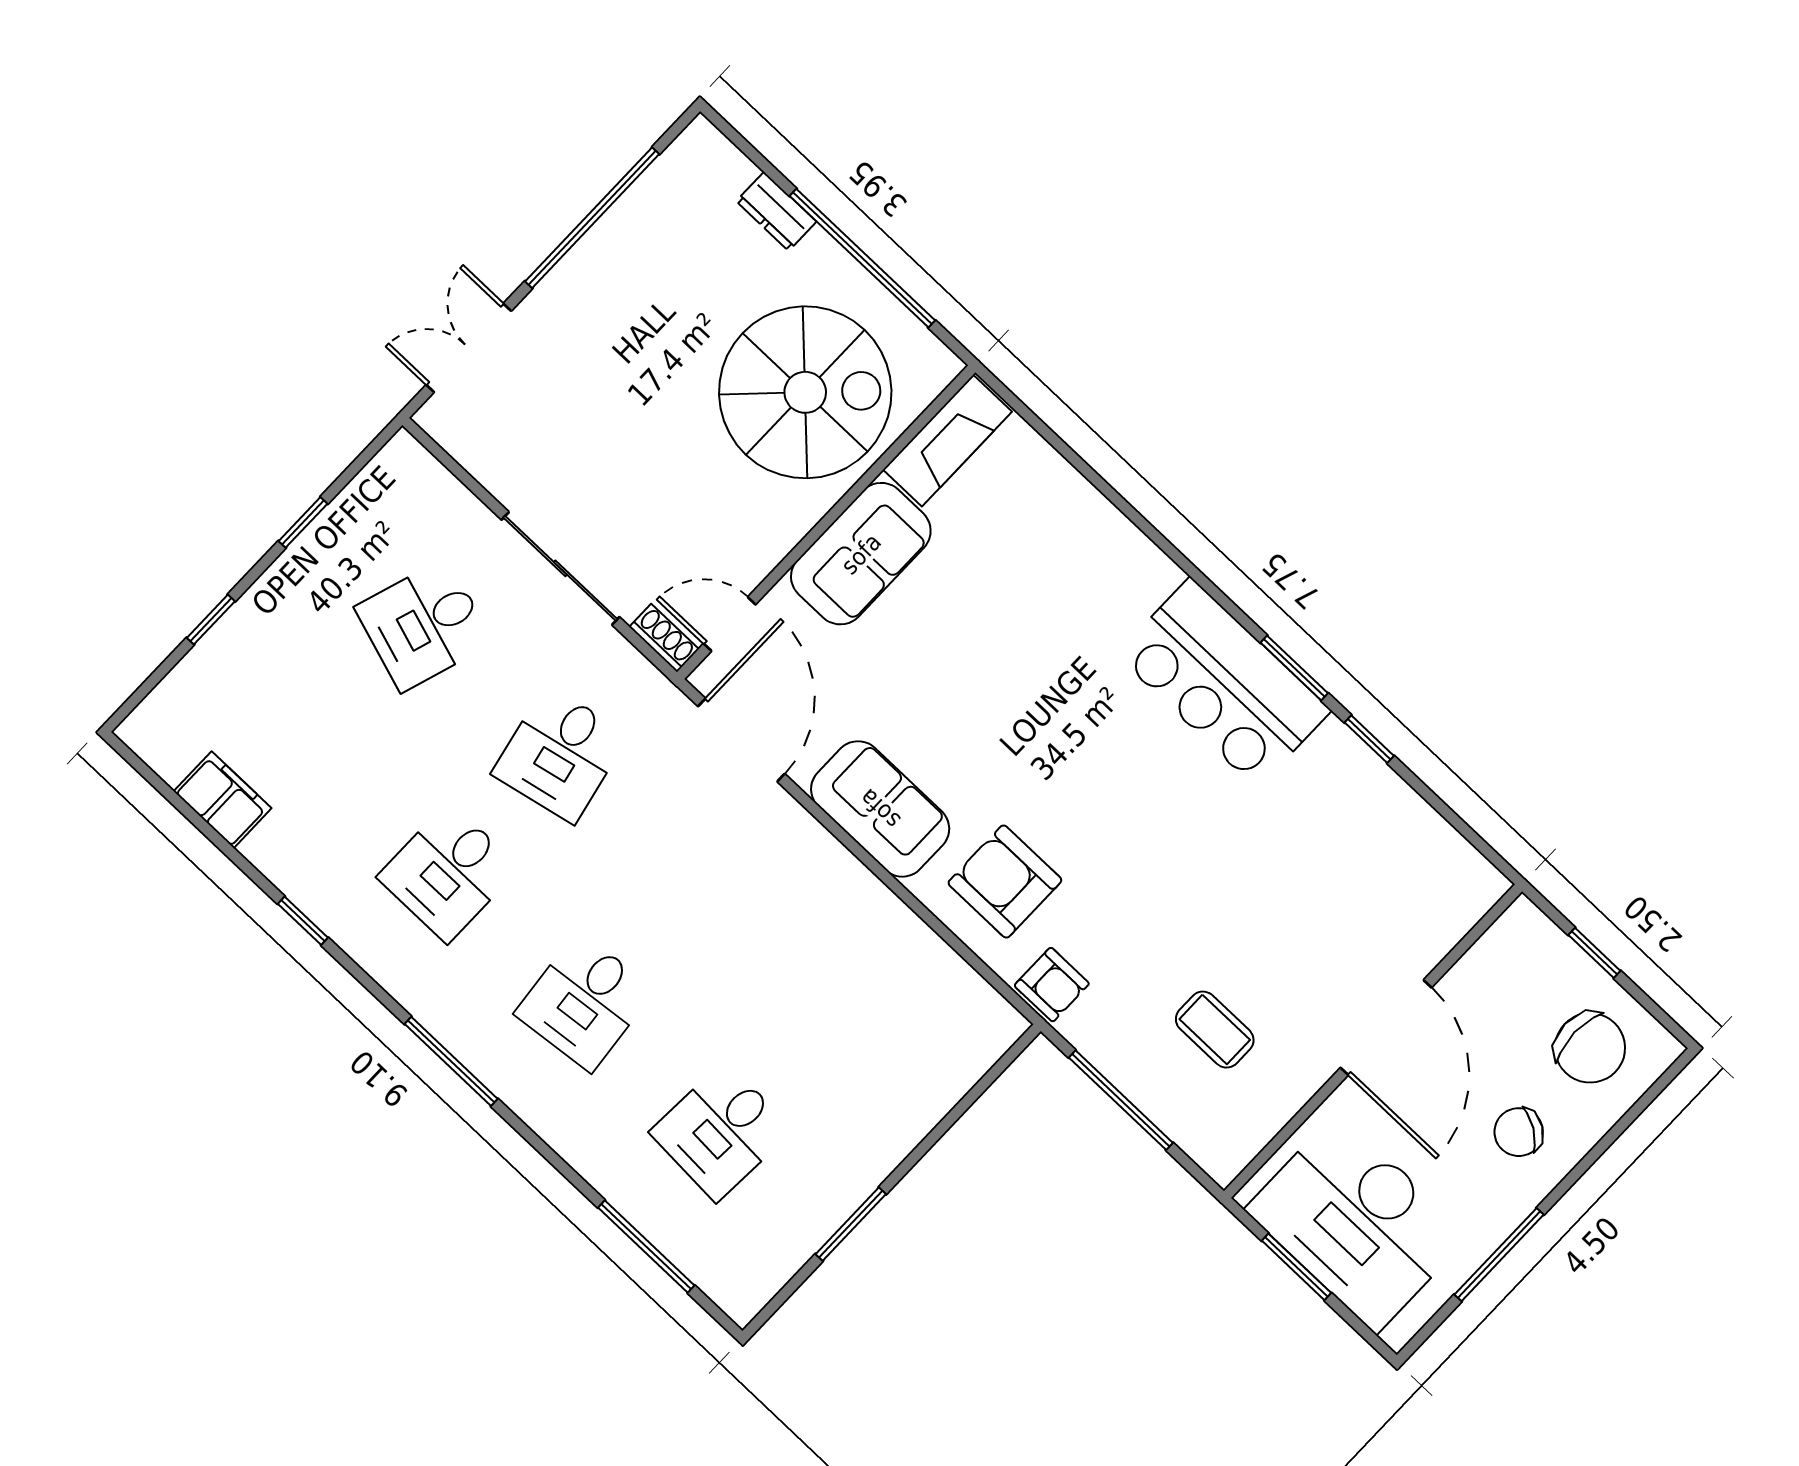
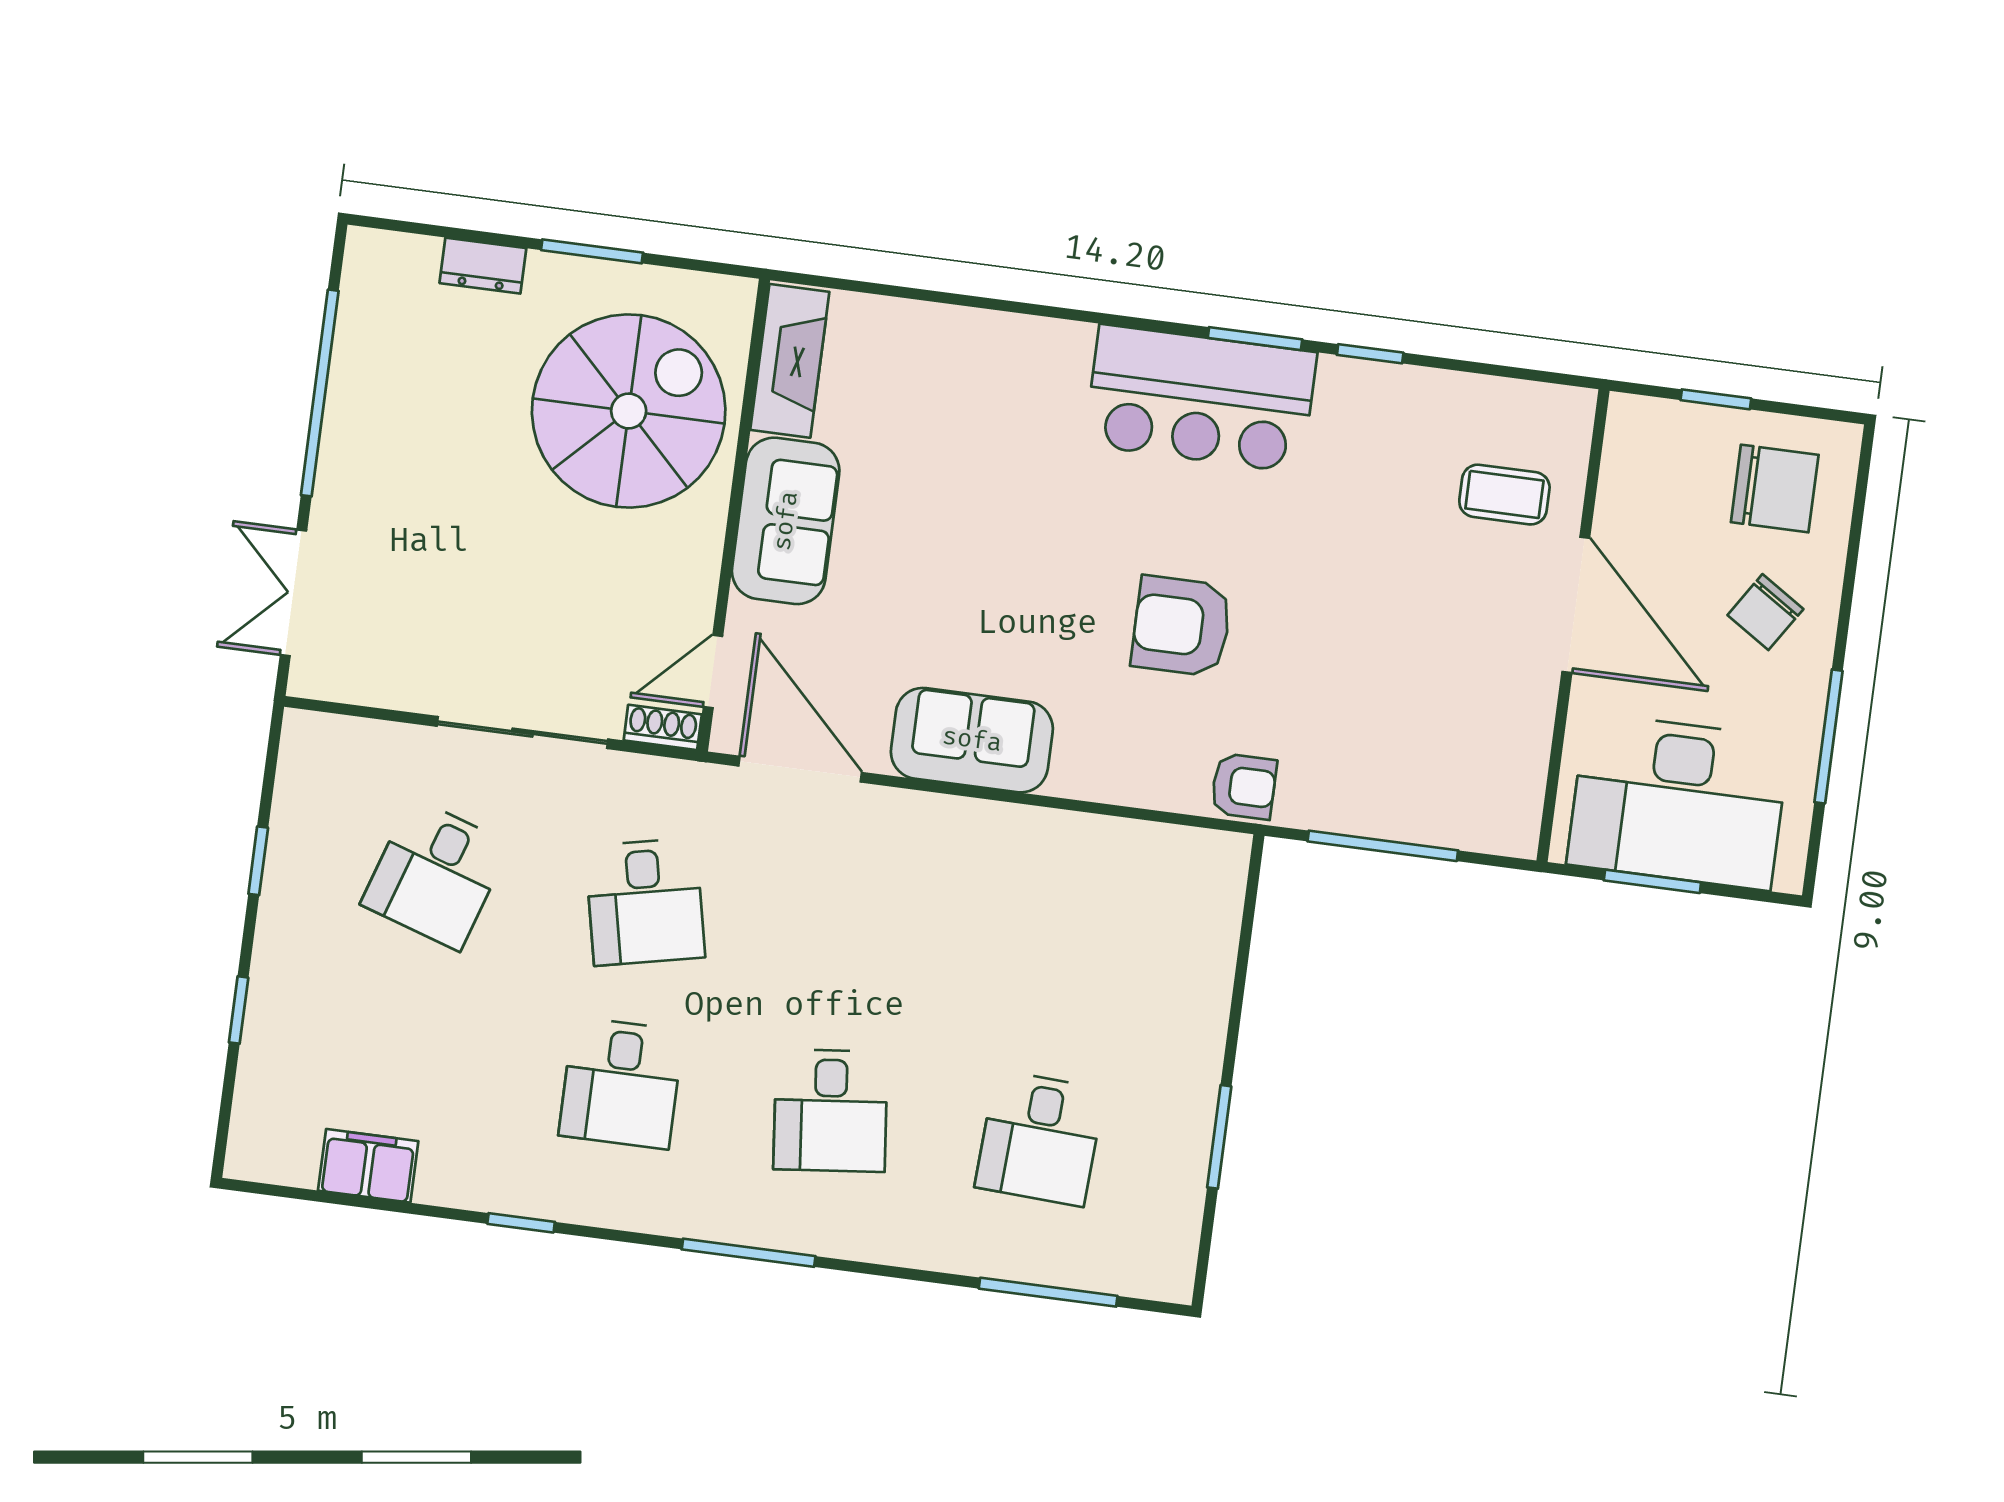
window: (862, 258) -> (592, 251), width x0.47
armchair: (1005, 882) -> (1181, 626), moved
coffee table: (1215, 1030) -> (1504, 495), moved

